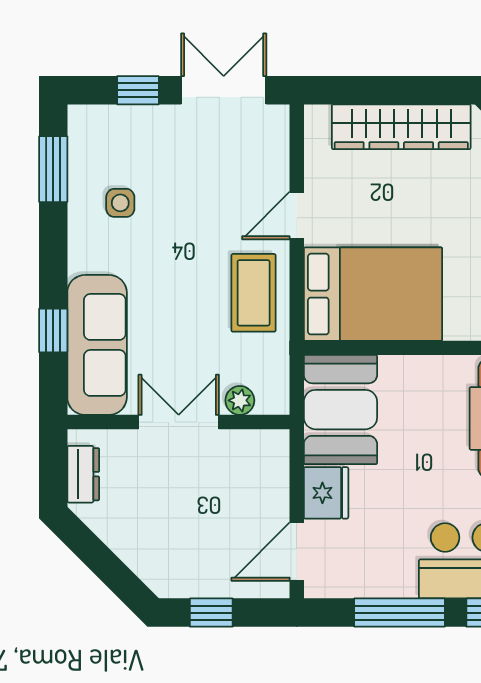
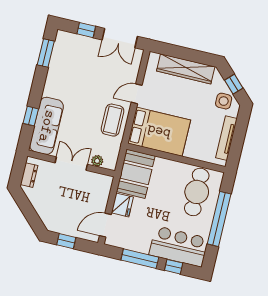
double door: (224, 90) -> (120, 38), swing flipped
side table: (120, 203) -> (69, 72), removed

